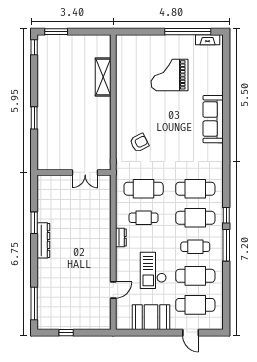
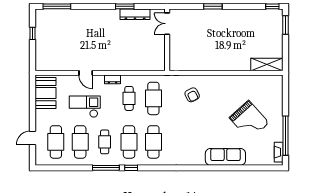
grand piano: (170, 75) -> (249, 120), turned 138
shelving: (103, 77) -> (267, 64), moved
sofa: (213, 119) -> (225, 157), moved
double door: (85, 172) -> (167, 24), moved
dresser: (43, 240) -> (135, 14), moved
door: (113, 290) -> (86, 73), moved
booth: (151, 317) -> (46, 93), moved

